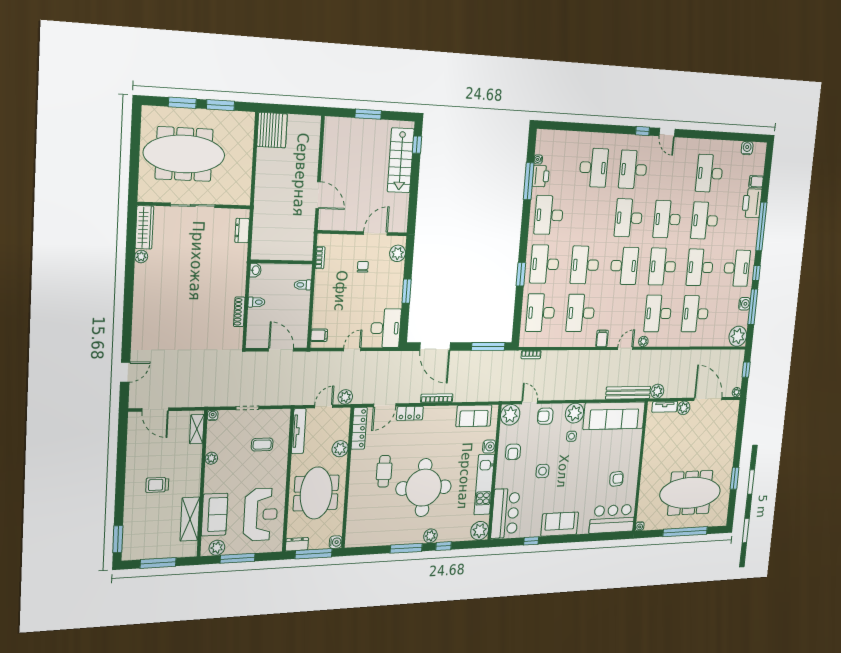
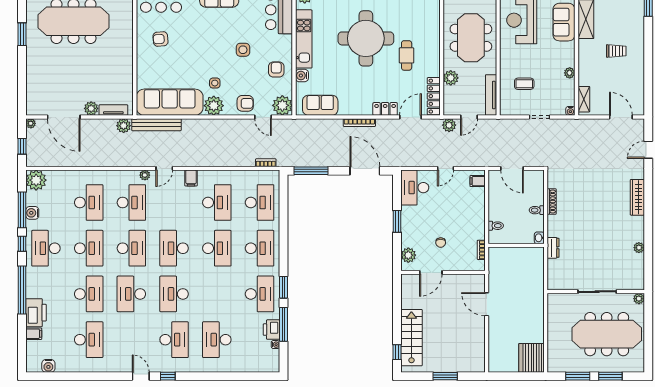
plant: (144, 195) -> (639, 299), added
desk: (629, 218) -> (174, 294), turned 180
desk: (667, 219) -> (131, 294), turned 180
wardrobe: (144, 227) -> (637, 197), moved
dresser: (242, 231) -> (553, 248), moved
window: (521, 274) -> (283, 287), moved

